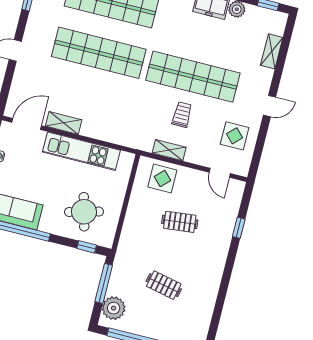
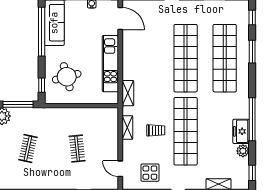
shelving: (64, 123) -> (128, 93), moved
door: (220, 173) -> (120, 169), hinge flipped
display table: (162, 179) -> (105, 128), removed

